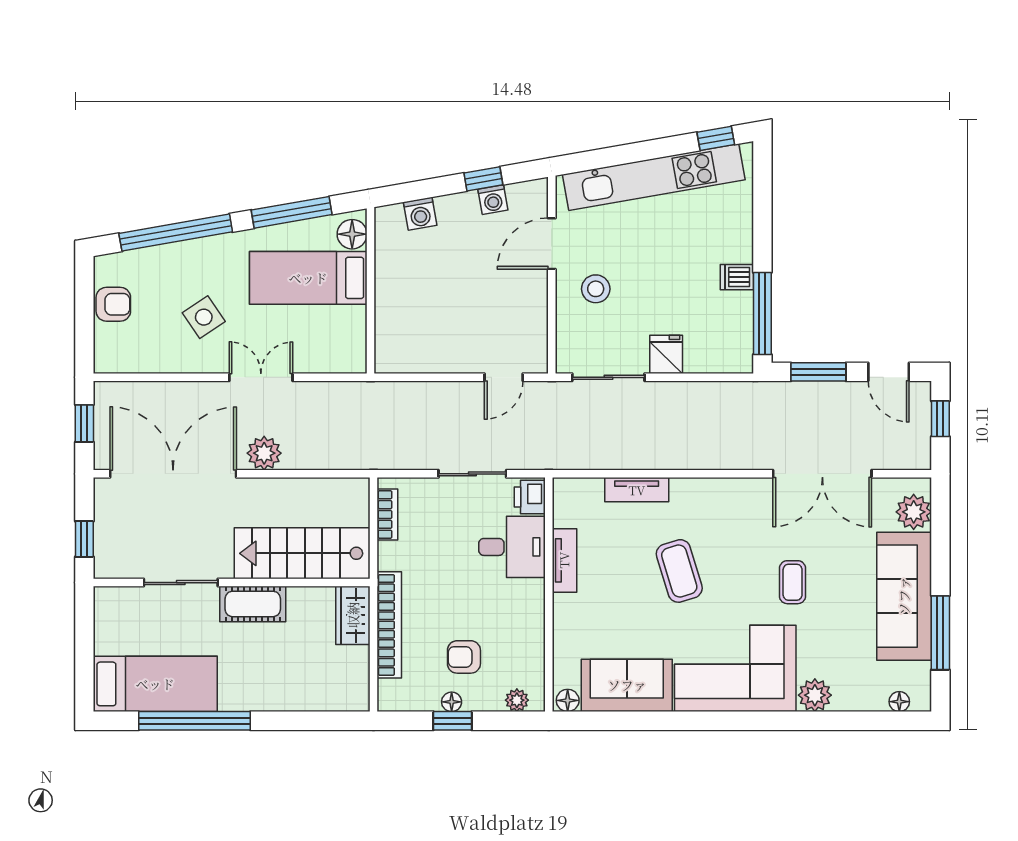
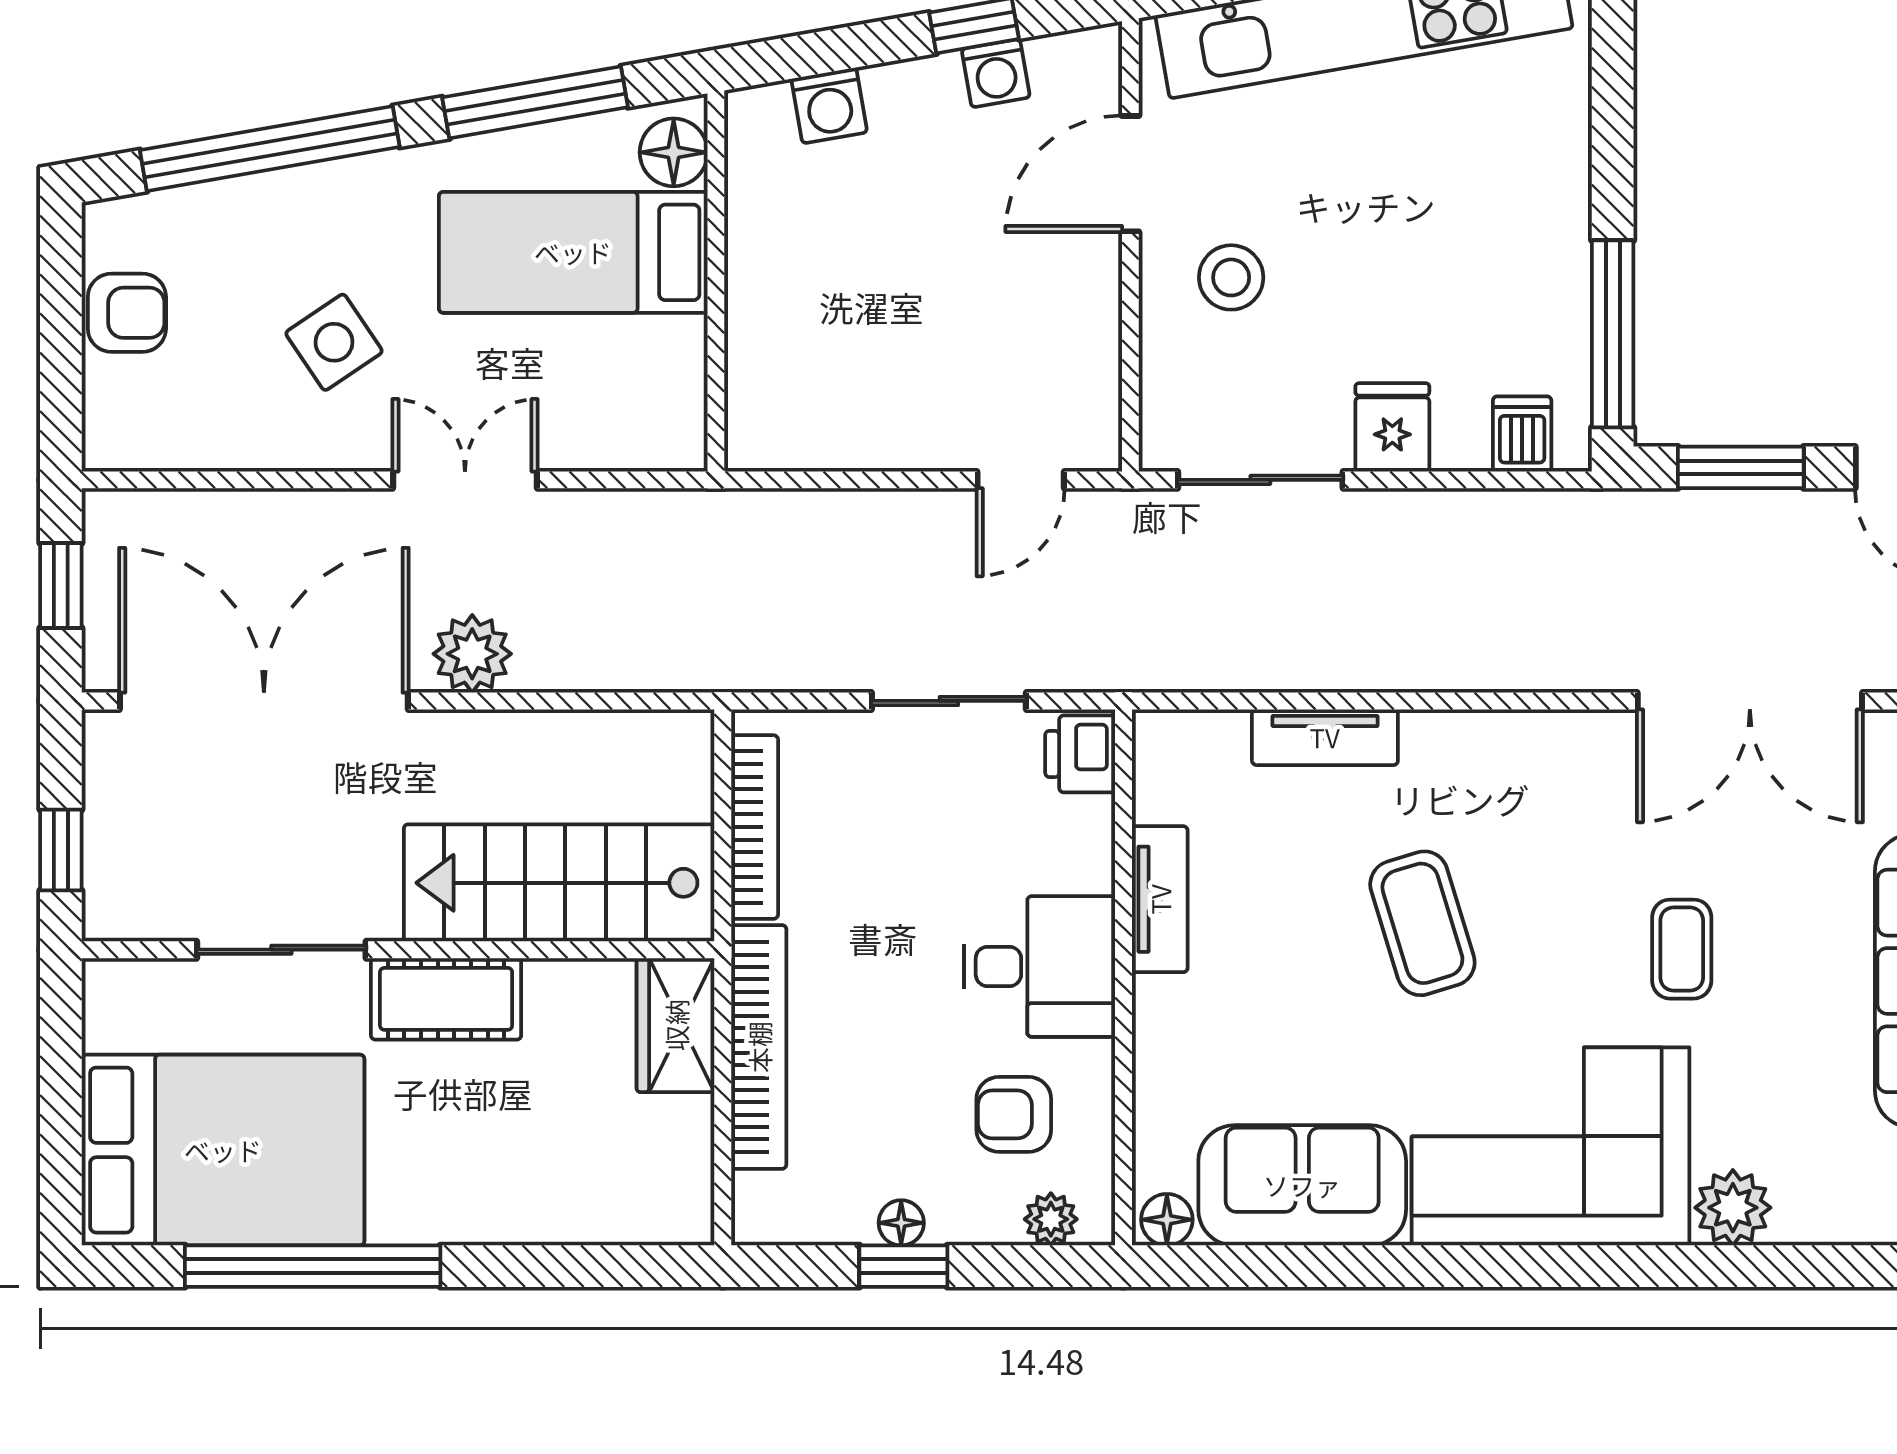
dishwasher: (737, 277) -> (1522, 434), moved, turned 90
bookcase: (387, 514) -> (755, 827), width x1.56
desk: (512, 547) -> (1039, 966), moved
armchair: (464, 657) -> (1014, 1114), moved
bed: (155, 684) -> (223, 1150), width x1.50

